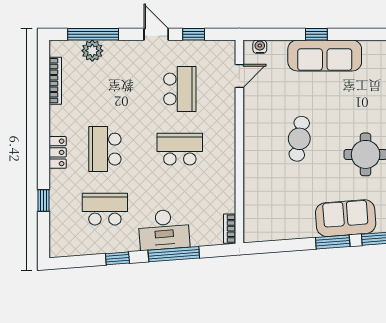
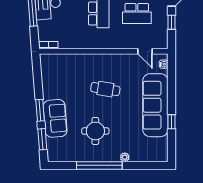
window: (316, 34) -> (171, 122), moved
sofa: (325, 55) -> (155, 105), width x1.36, depth x1.27

